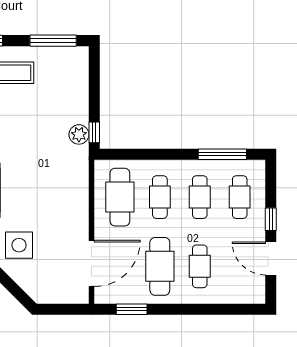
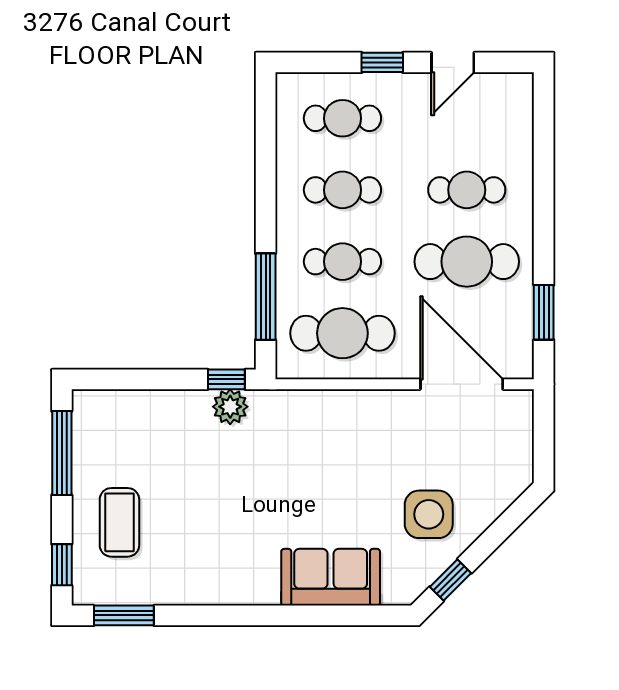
window: (222, 154) -> (266, 297), moved
door: (271, 259) -> (453, 62), width x0.73

